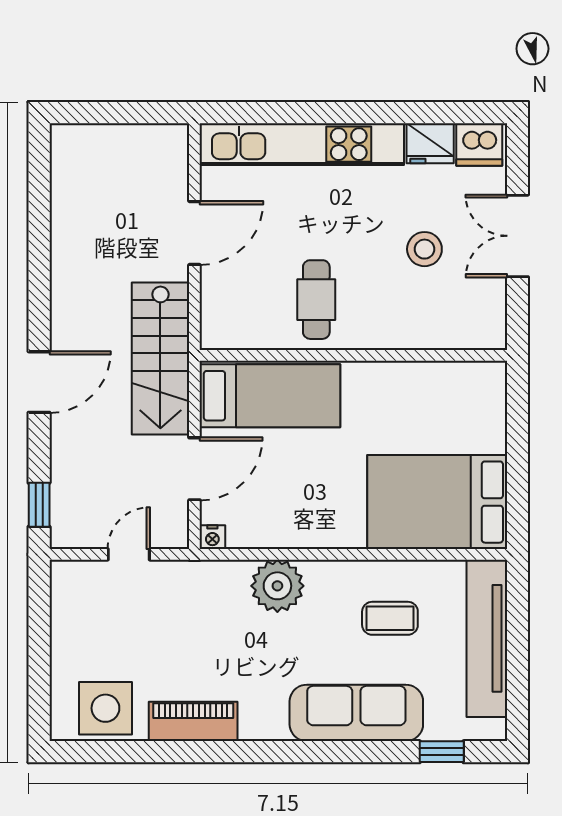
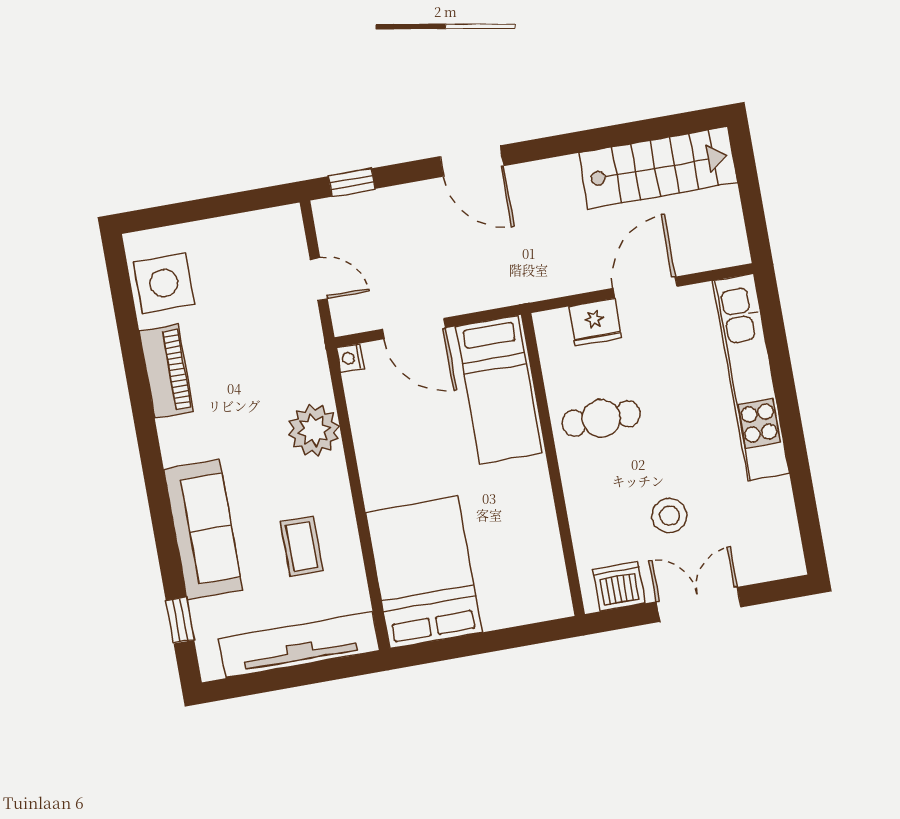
fridge: (430, 143) -> (595, 322), moved, turned -90
dishwasher: (479, 144) -> (619, 586), moved, turned 90
door: (194, 233) -> (645, 287), swing flipped
stairs: (160, 358) -> (658, 168), moved, turned 180

